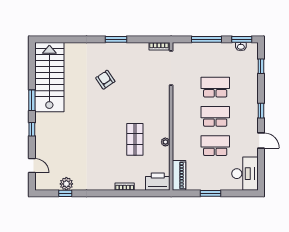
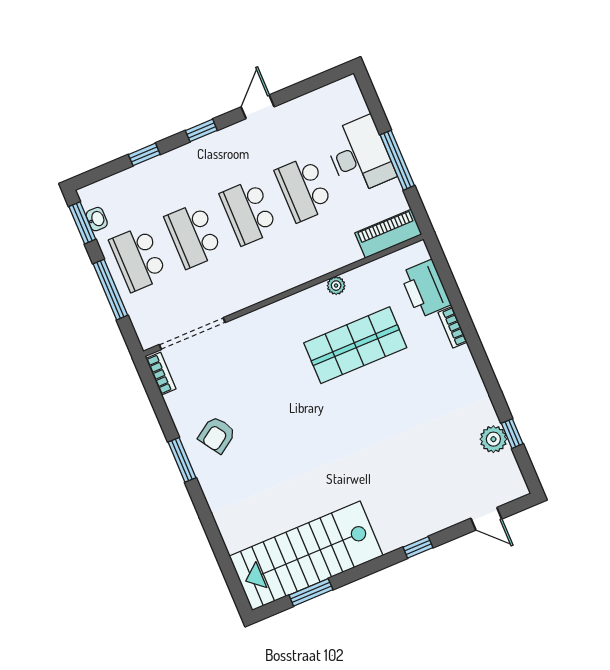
school desk: (215, 58) -> (138, 259), added
window: (261, 66) -> (144, 154), moved
armchair: (105, 80) -> (217, 435), moved
window: (32, 100) -> (311, 592), moved
shop shelf: (135, 139) -> (355, 345), width x1.43, depth x1.36
door: (32, 166) -> (486, 519), swing flipped
desk: (245, 174) -> (360, 155), moved, turned 90
printer: (158, 182) -> (425, 289), moved
window: (210, 193) -> (397, 160), width x1.44

